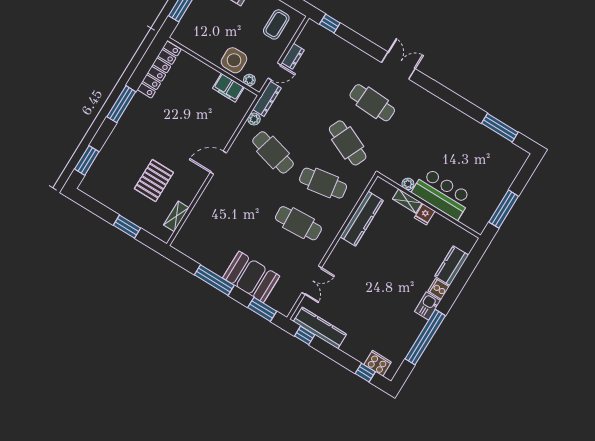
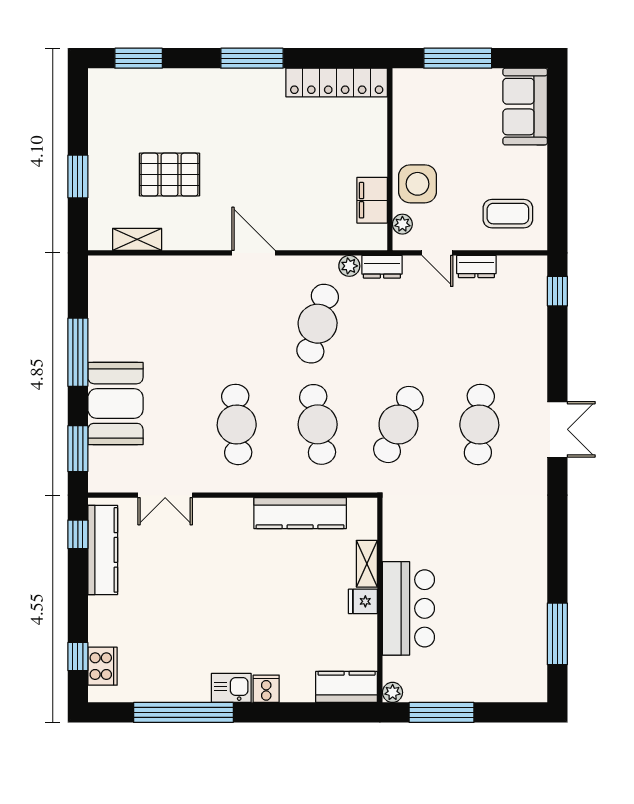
dresser: (267, 99) -> (382, 267), width x0.70
plant: (408, 184) -> (393, 692), moved
kitchen counter: (452, 266) -> (347, 687), moved

